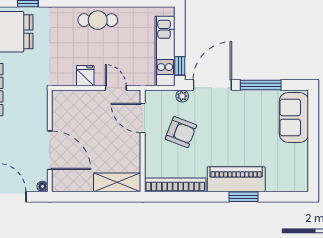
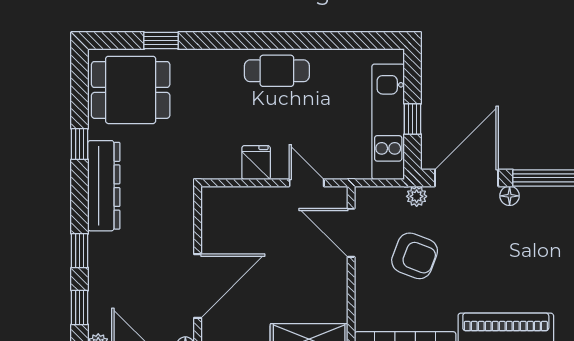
window: (180, 66) -> (413, 119), moved
floor lamp: (238, 96) -> (510, 196), added
door: (50, 150) -> (198, 286), hinge flipped

